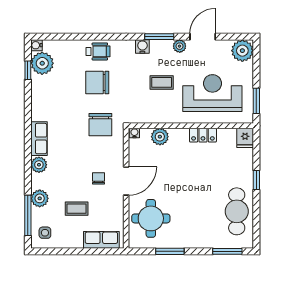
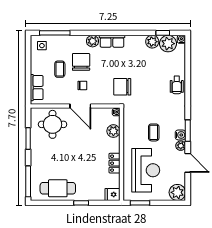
water cooler: (142, 47) -> (180, 135), moved
chair: (97, 83) -> (81, 62), moved
plant: (40, 198) -> (152, 42), moved
window: (227, 251) -> (28, 181), width x1.44

